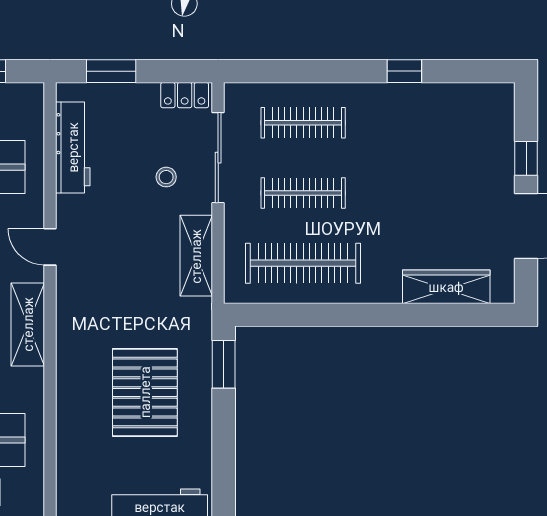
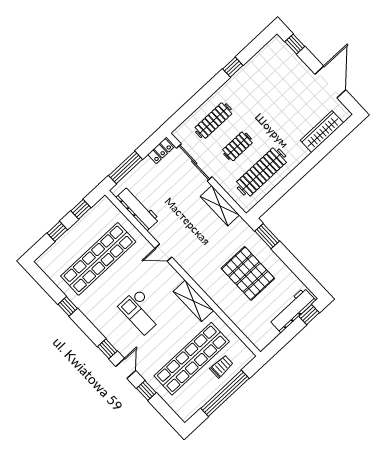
window: (111, 71) -> (126, 167), width x1.44
window: (526, 158) -> (295, 44), moved
stool: (166, 177) -> (182, 187), removed
clothes rail: (303, 193) -> (237, 146), width x0.73
shelving: (28, 324) -> (193, 301), moved

